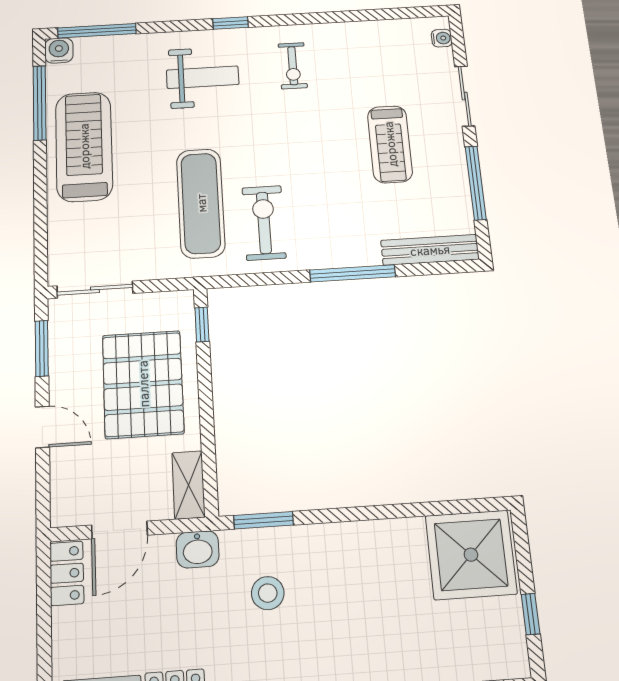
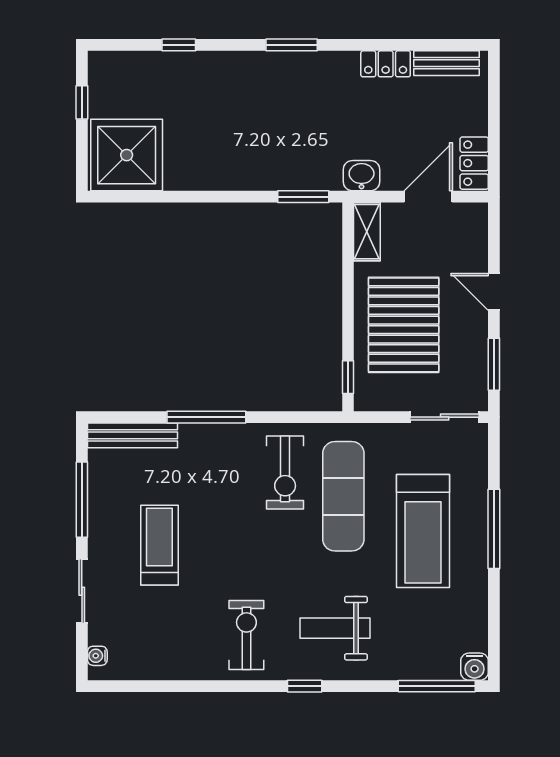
exercise bike: (293, 66) -> (246, 635), width x1.38, depth x1.39
window: (39, 103) -> (494, 529), moved
treadmill: (84, 146) -> (423, 531), moved
stool: (268, 593) -> (304, 135), removed

